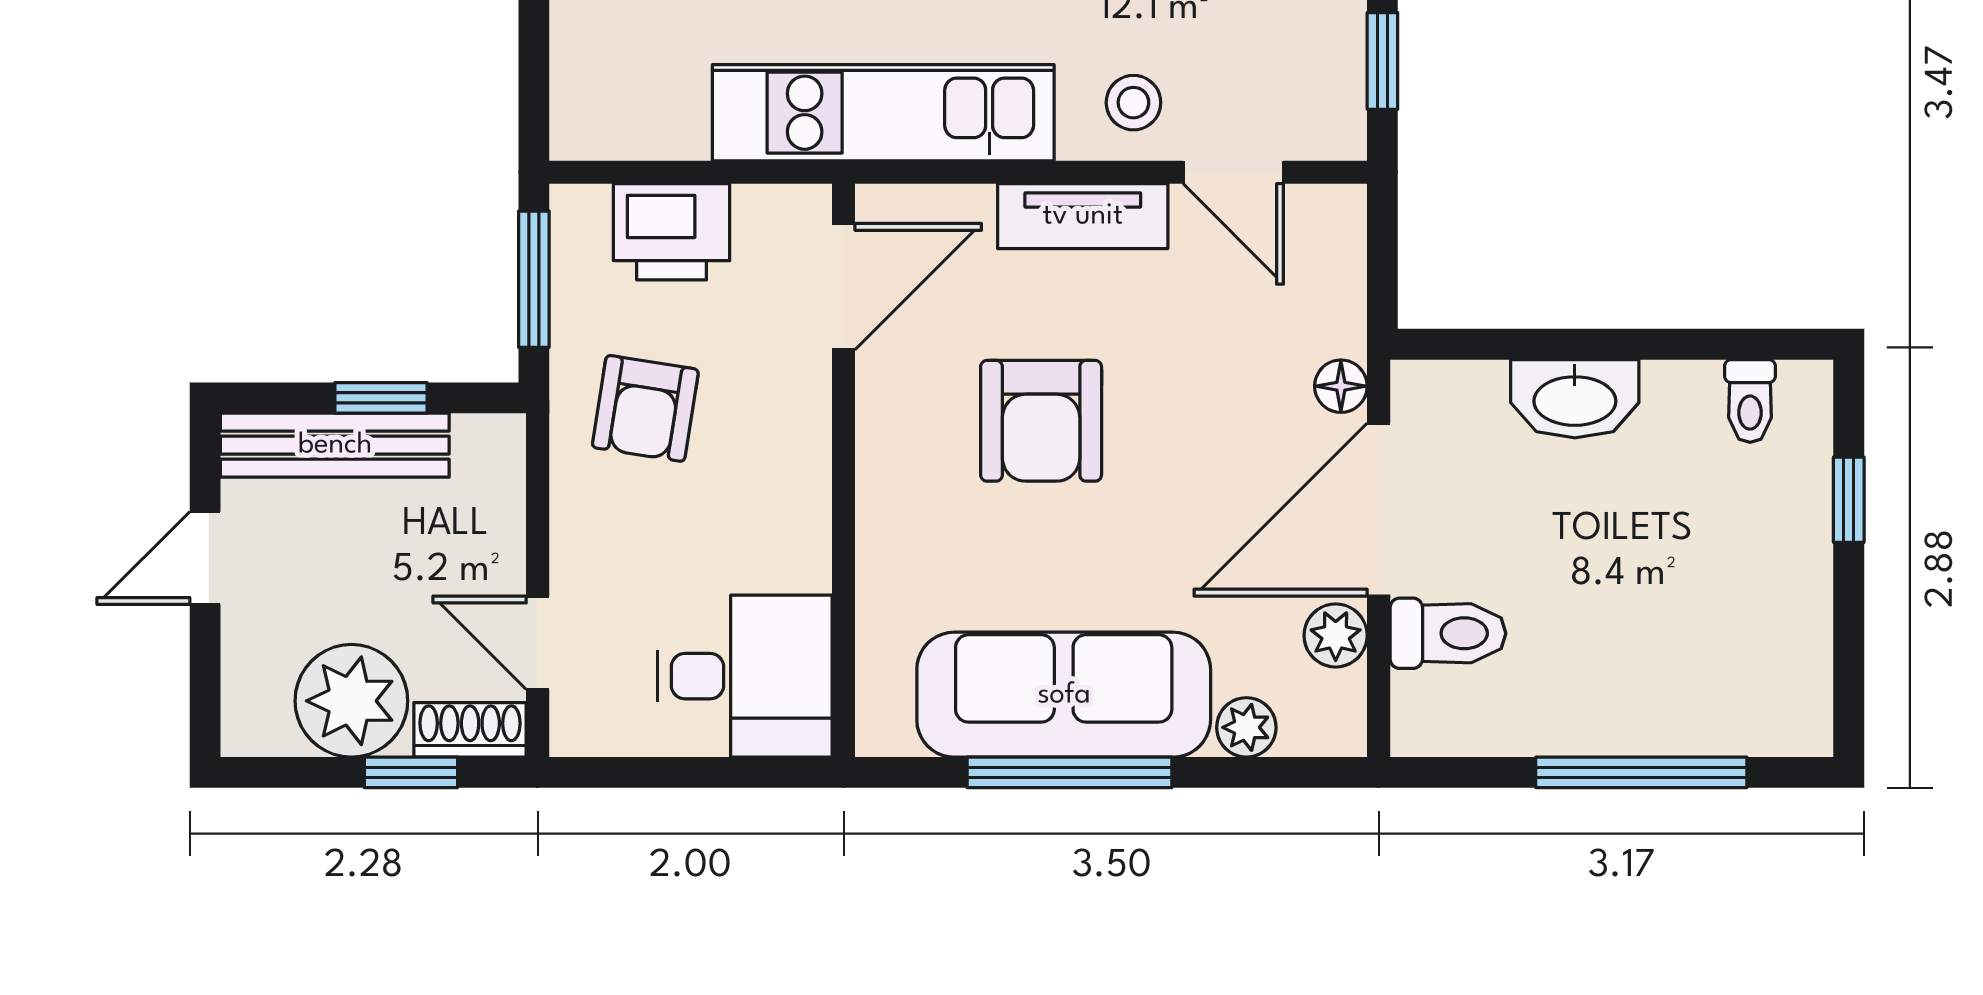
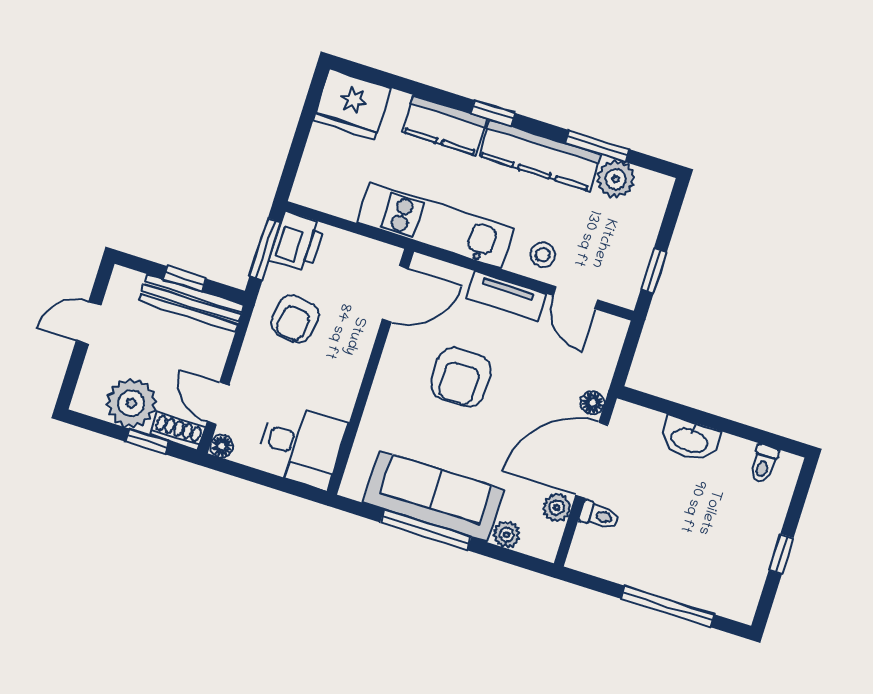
printer: (672, 232) -> (297, 242), moved, turned -90
bench: (335, 445) -> (191, 303), moved
window: (1849, 500) -> (781, 554), moved
toilet: (1448, 633) -> (599, 516), width x0.73, depth x0.72
floor lamp: (575, 732) -> (222, 446), added

